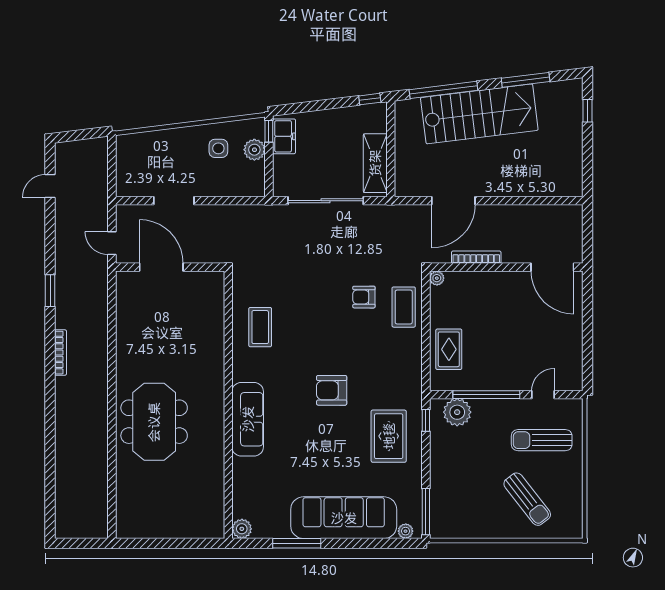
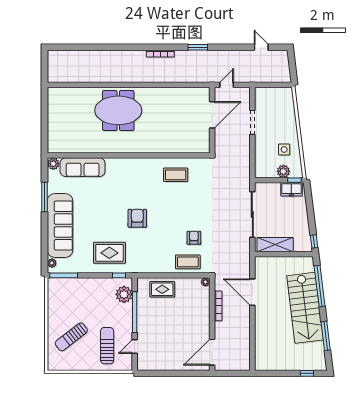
door: (543, 395) -> (135, 346), swing flipped
sofa: (248, 419) -> (83, 167), moved

